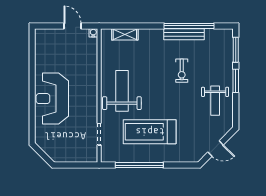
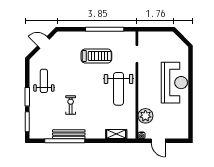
plant: (88, 57) -> (145, 116), added
treadmill: (150, 132) -> (96, 56), width x0.73, depth x0.73

